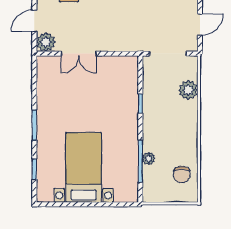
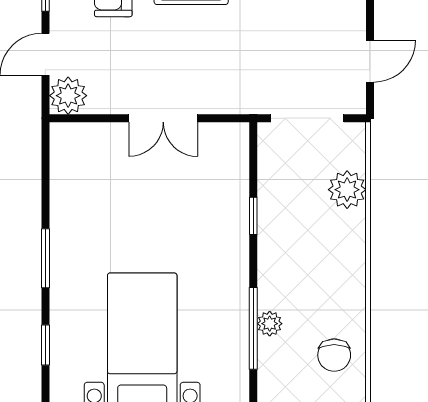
double door: (79, 54) -> (163, 118), moved

